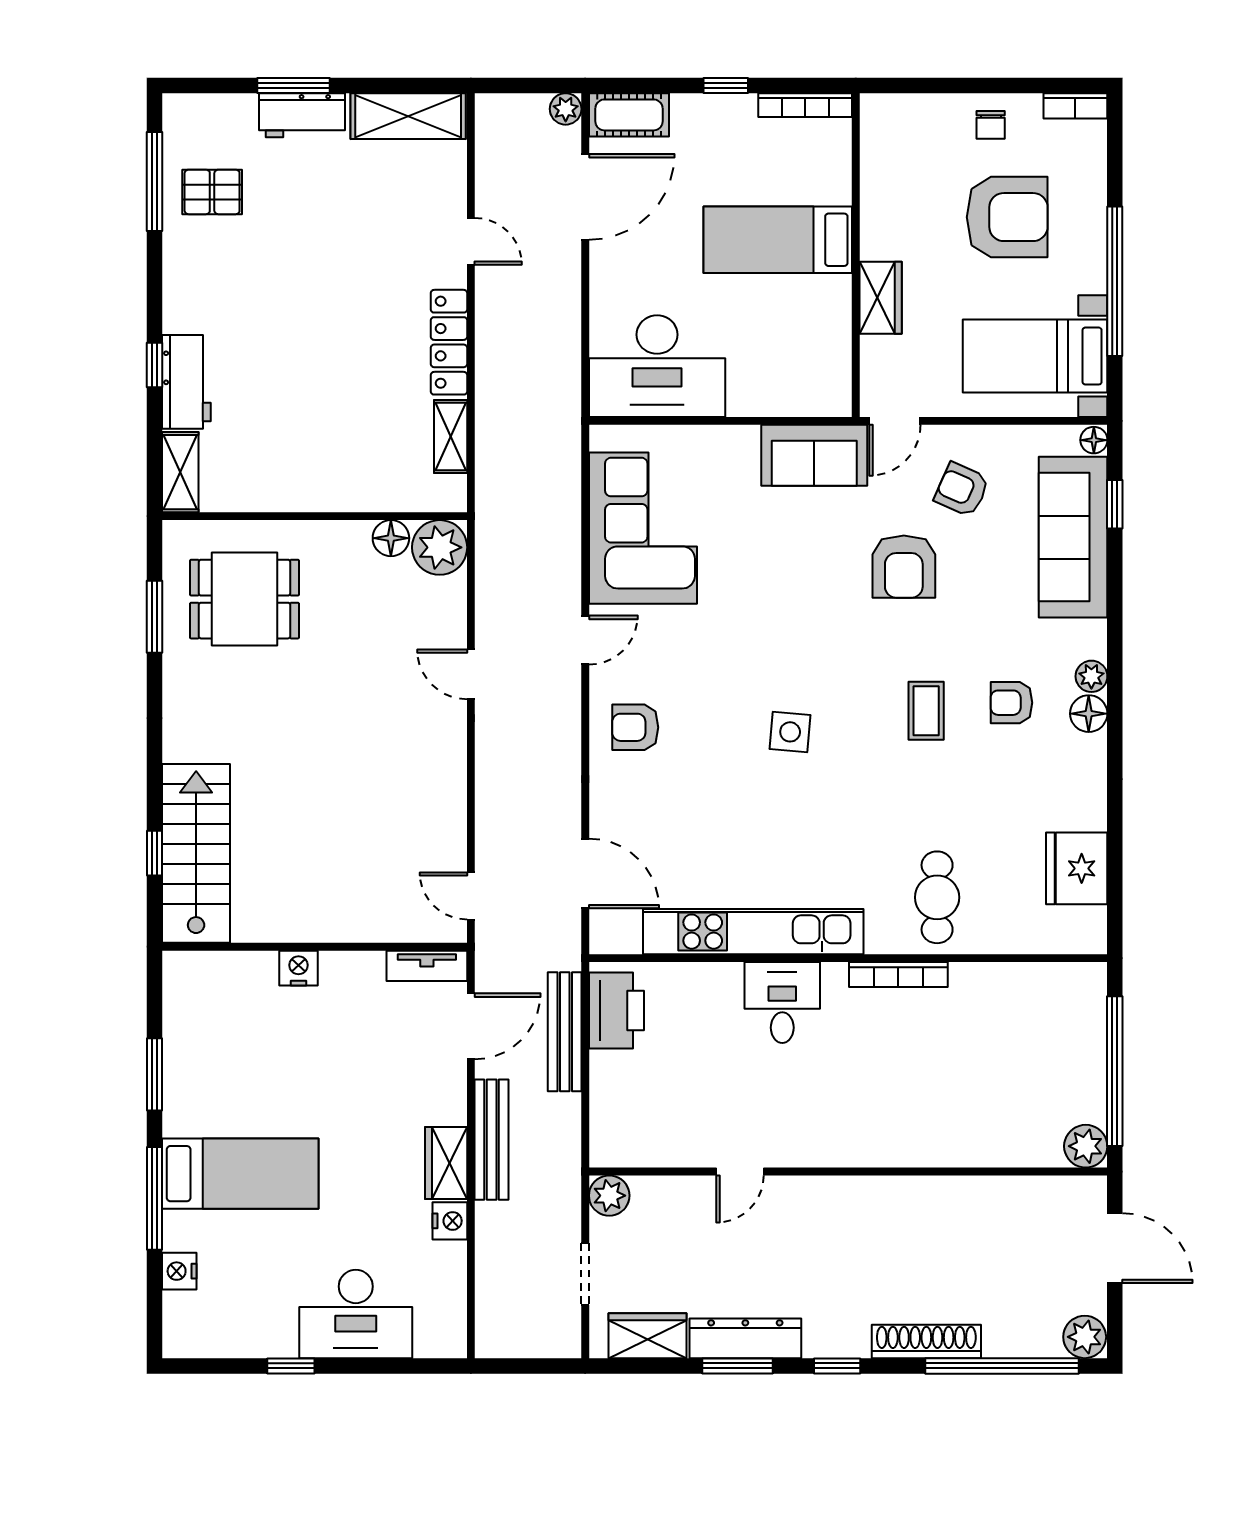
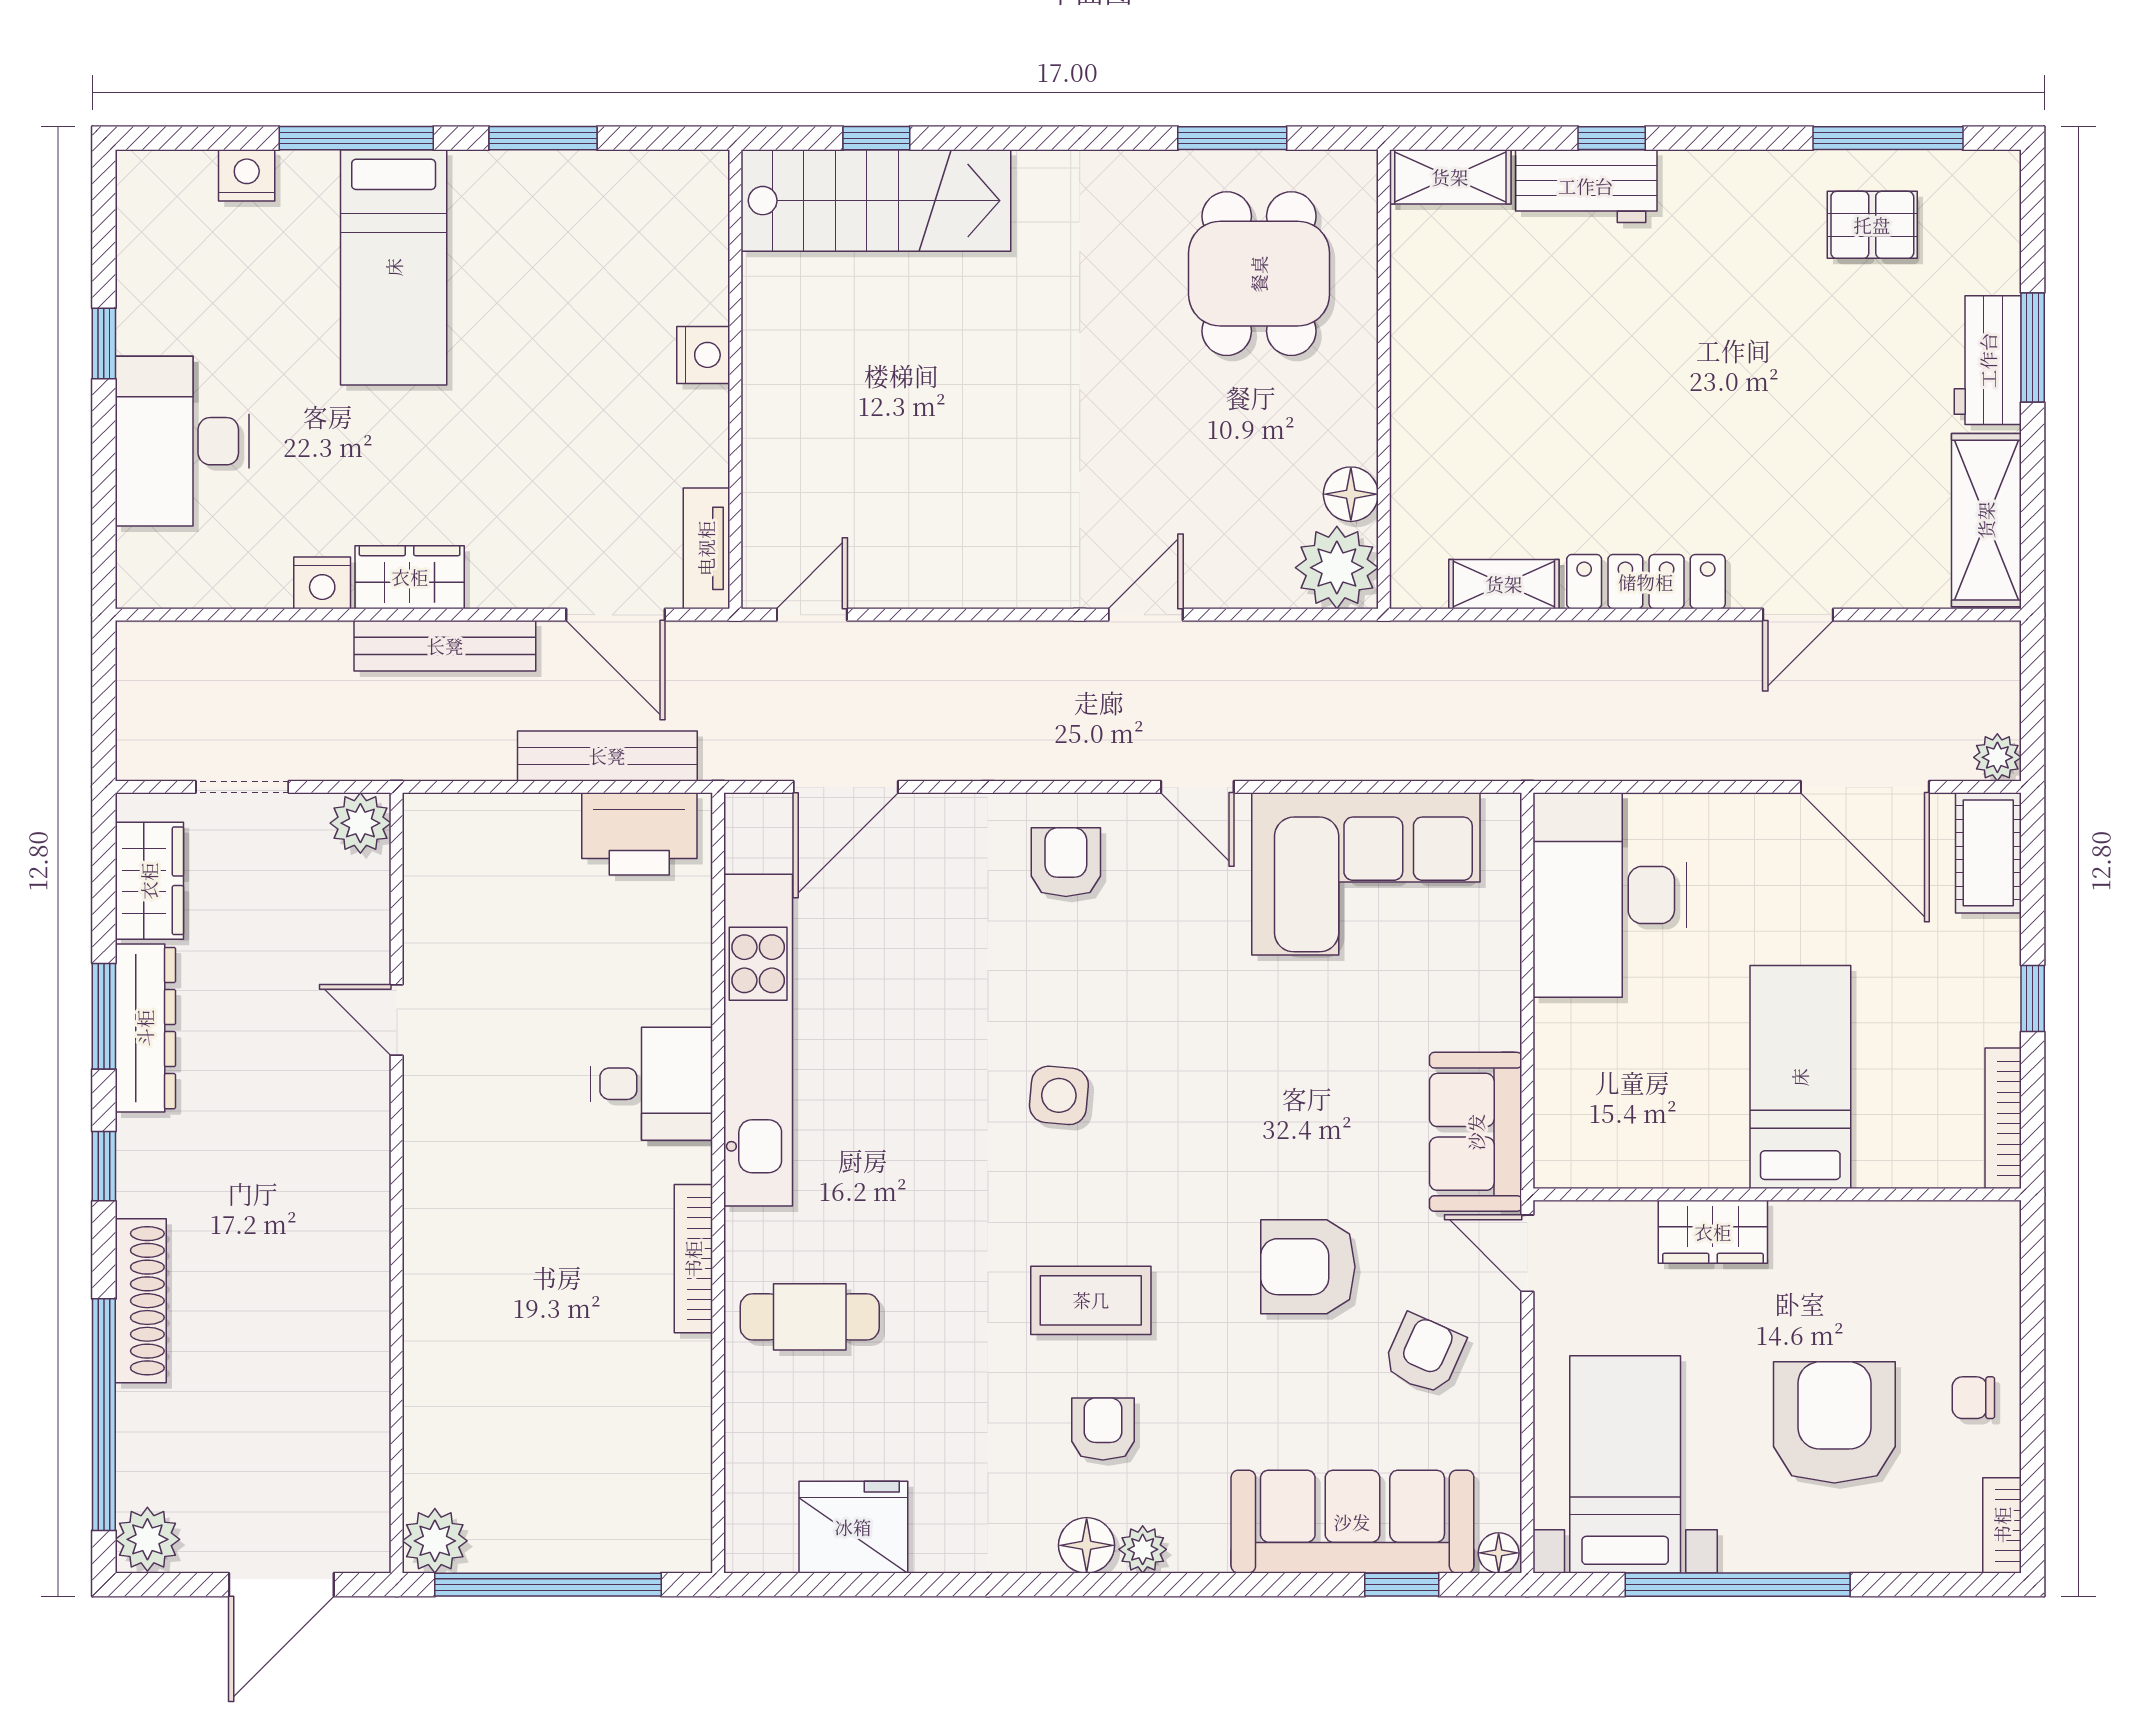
pallet: (212, 192) -> (1872, 225), turned 90
armchair: (1007, 217) -> (1834, 1422), turned 180
coffee table: (926, 711) -> (1091, 1300), width x1.36, depth x1.30

